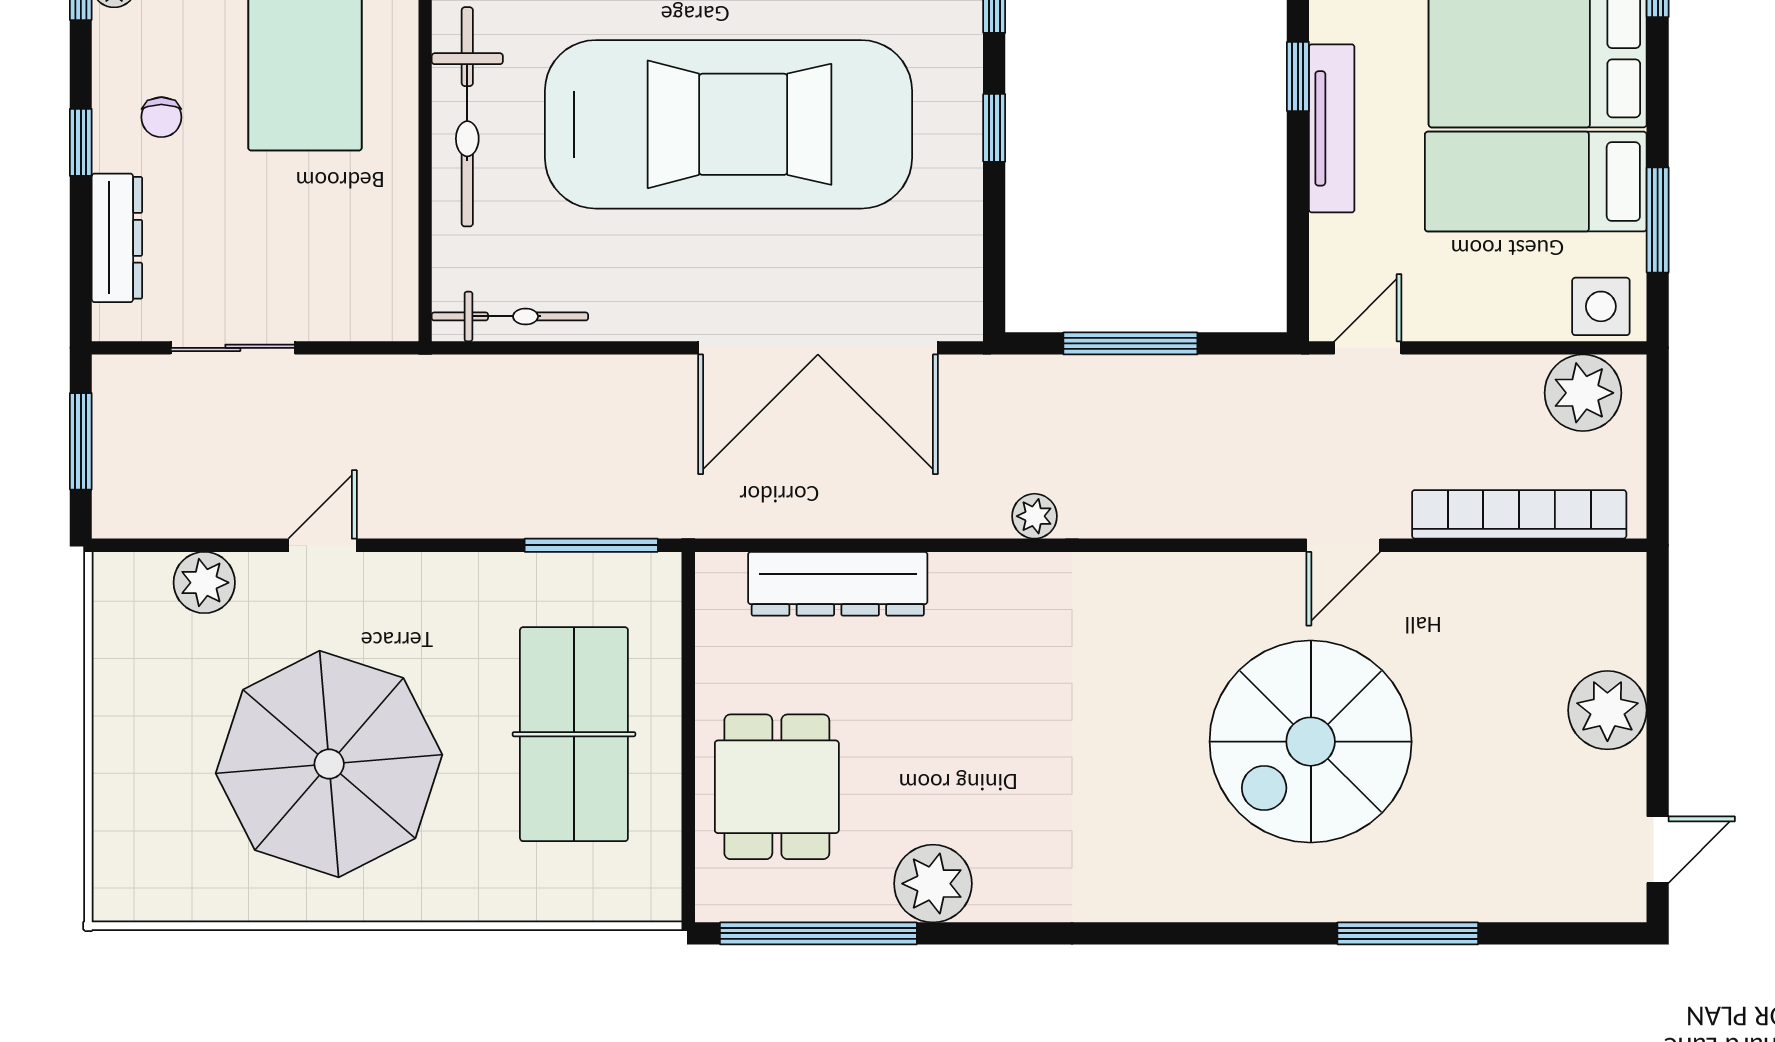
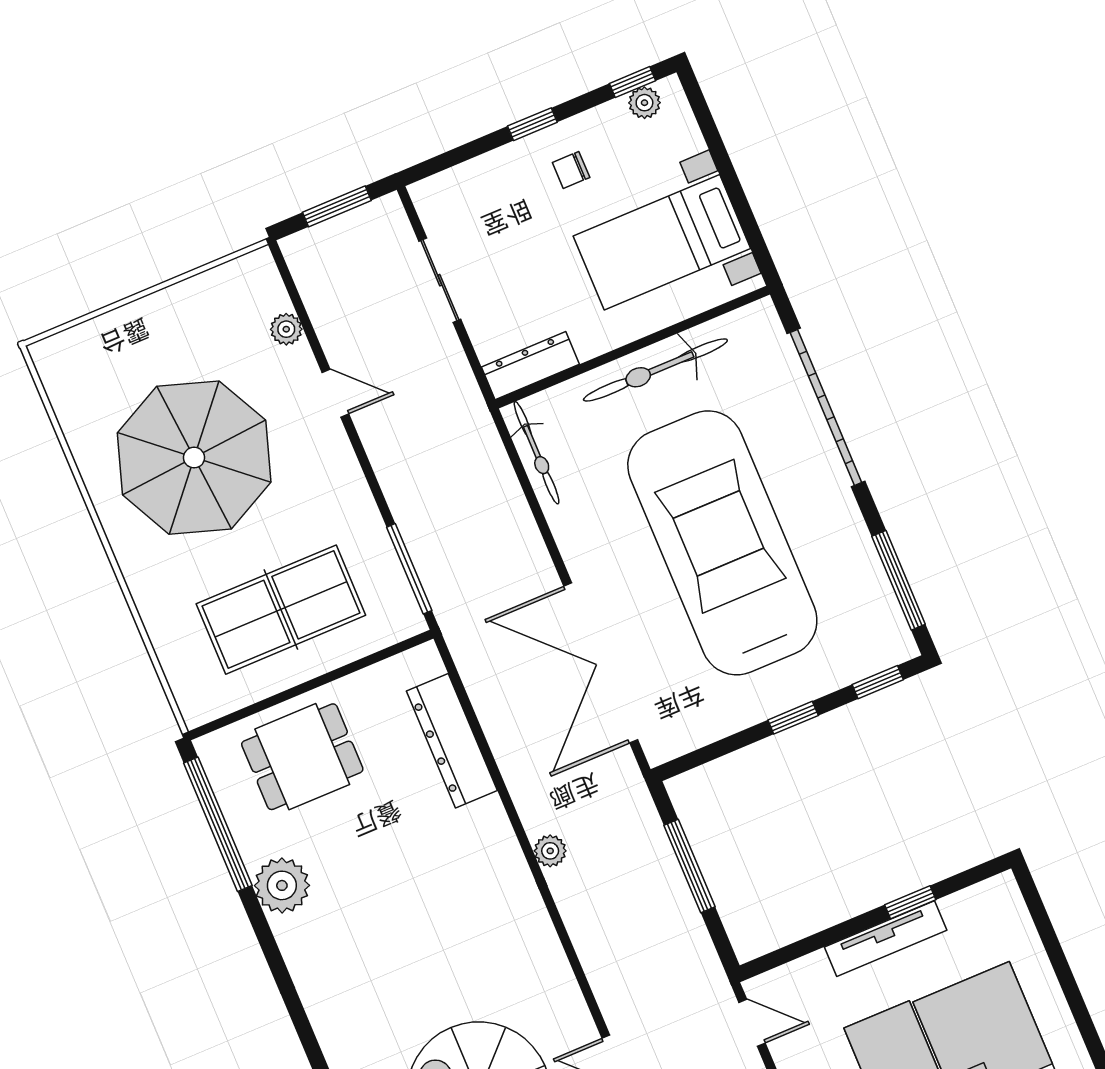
car: (728, 124) -> (722, 543), turned 180
dresser: (117, 238) -> (530, 366), moved, turned 180
plant: (204, 583) -> (286, 329), width x0.73, depth x0.73

